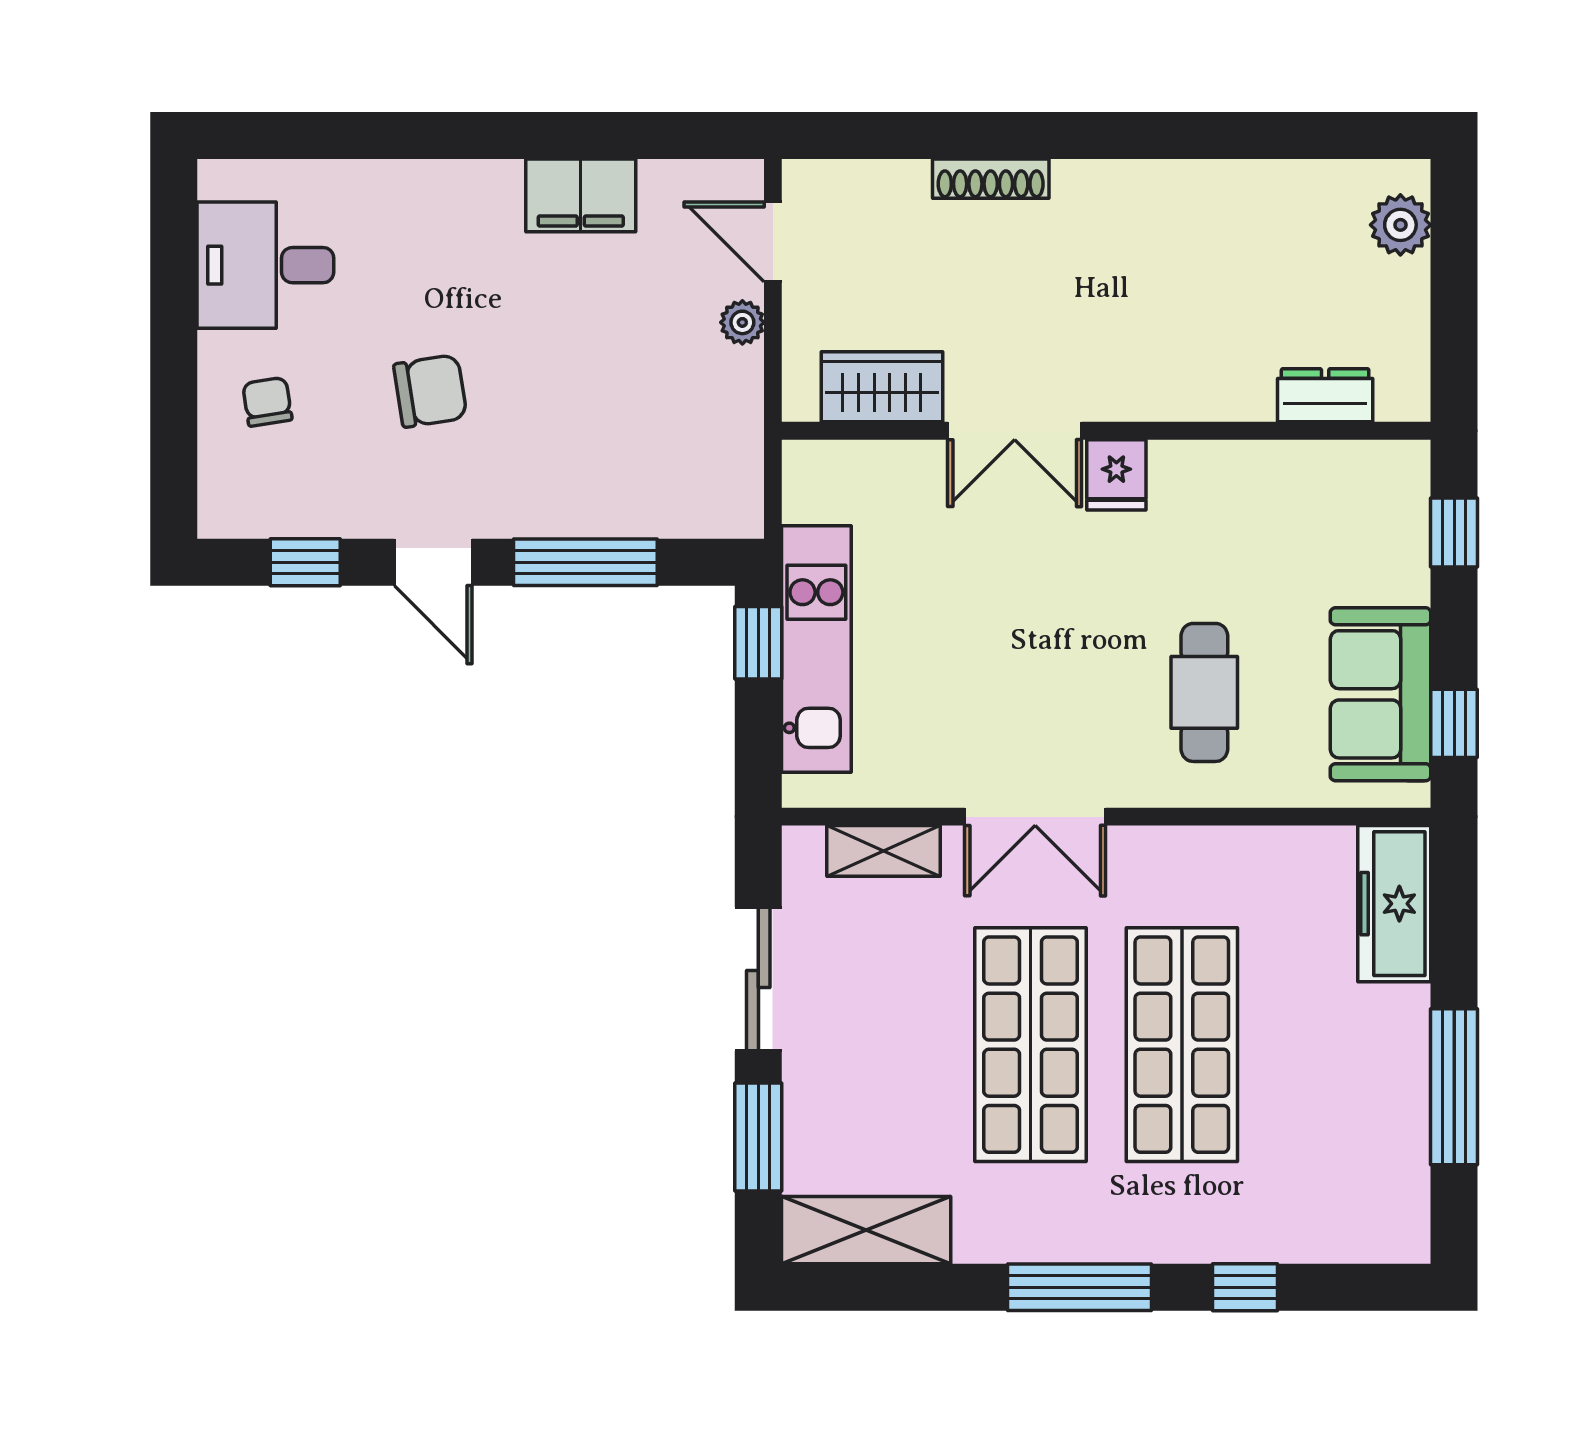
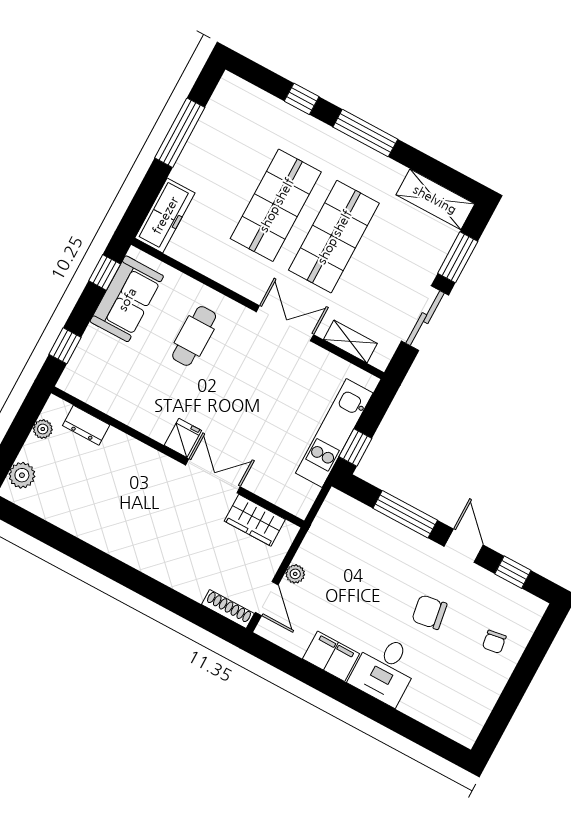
shoe rack: (991, 179) -> (228, 609), moved
desk: (265, 265) -> (385, 669), moved, turned 90
plant: (1409, 341) -> (43, 429), added

